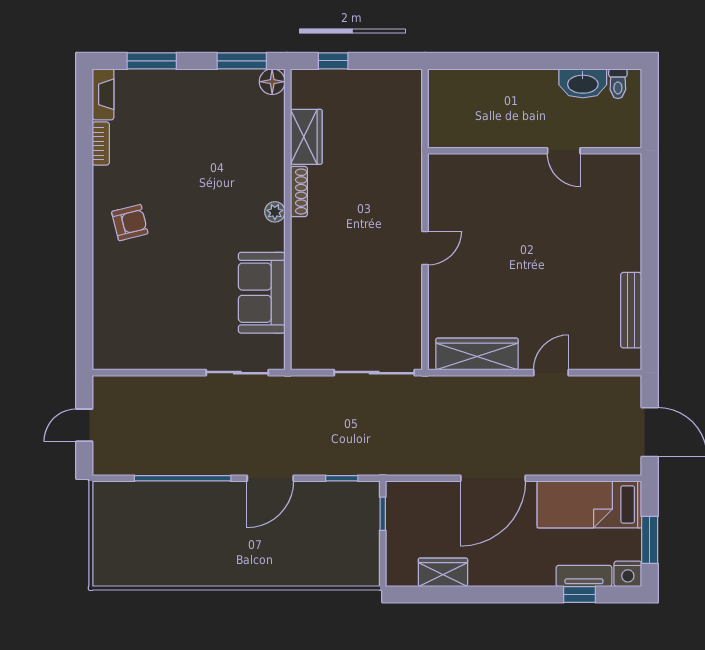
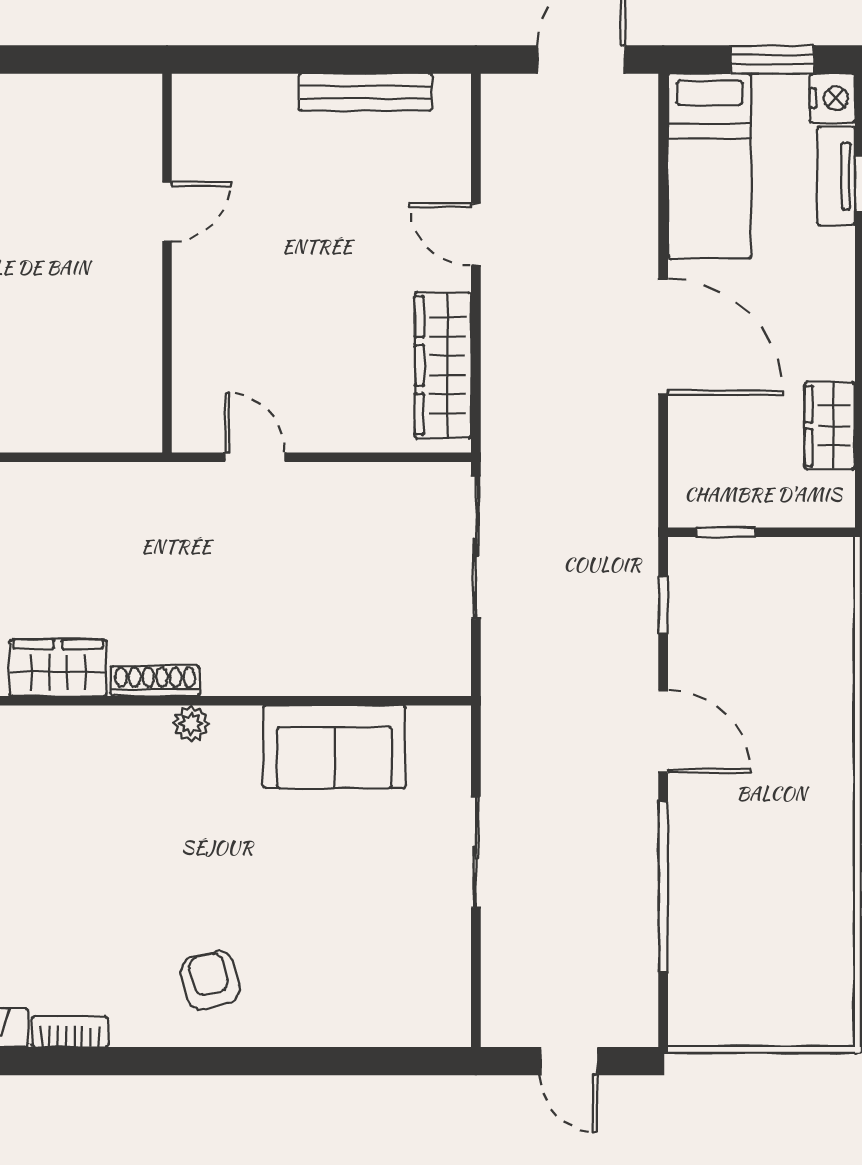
wall: (535, 151) -> (167, 263), moved
door: (564, 151) -> (167, 212), moved
sliding door: (237, 373) -> (476, 852), moved

